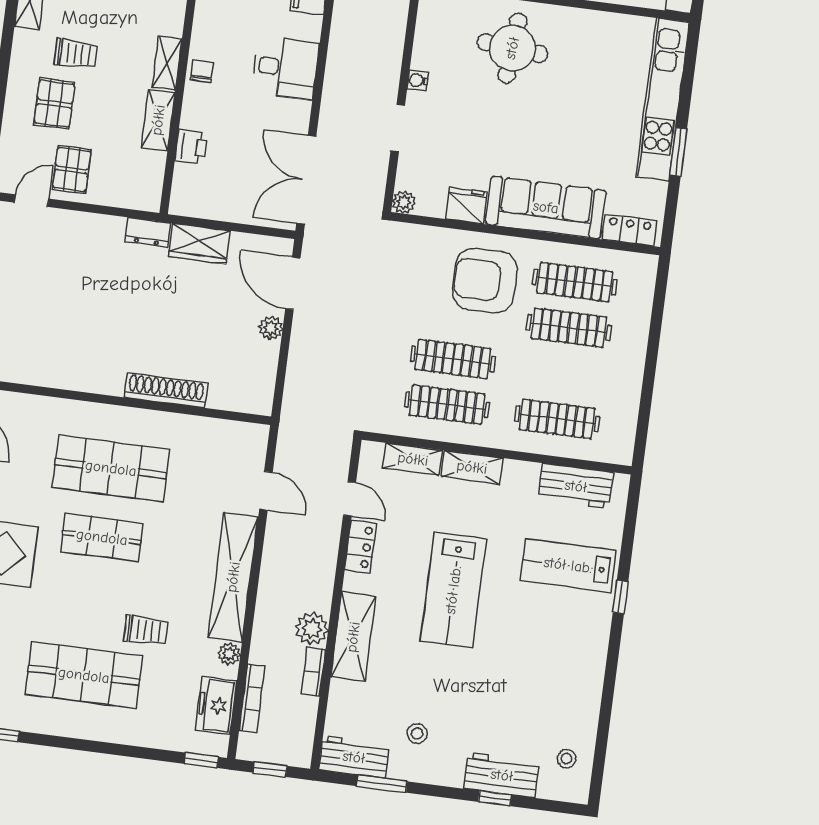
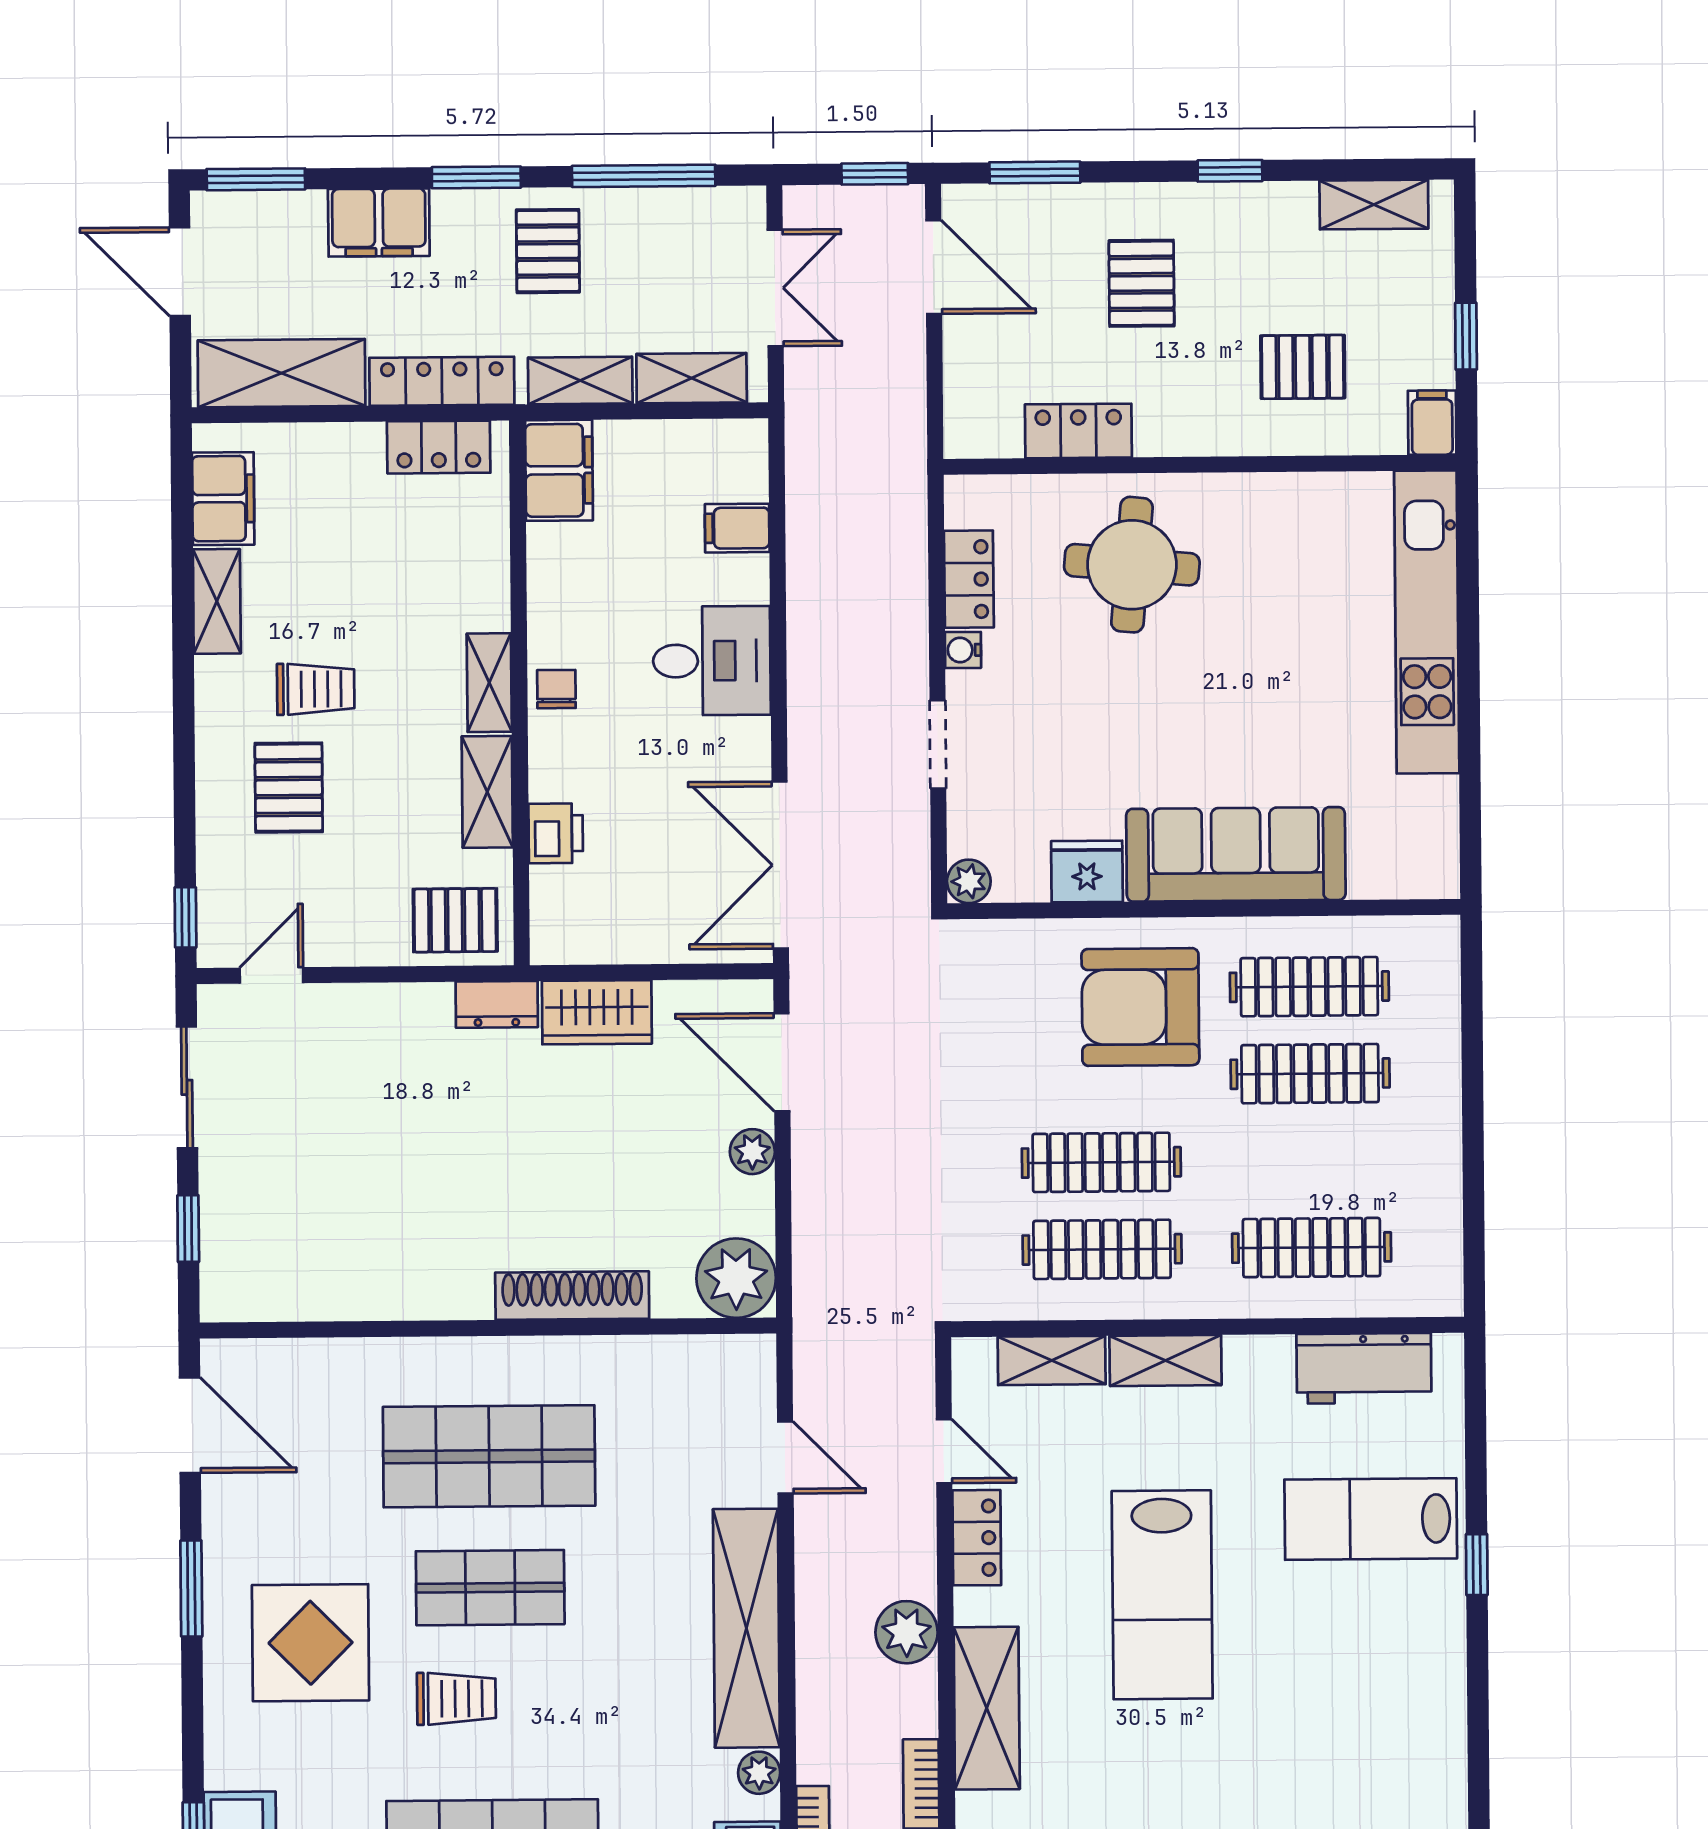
window: (678, 152) -> (1469, 716), removed
pallet: (72, 170) -> (455, 920), moved, turned 90
locker: (629, 230) -> (969, 579), moved, turned 90
plant: (253, 393) -> (736, 1278), added
plant: (312, 629) -> (907, 1632), moved
trolley: (146, 630) -> (456, 1699), moved

